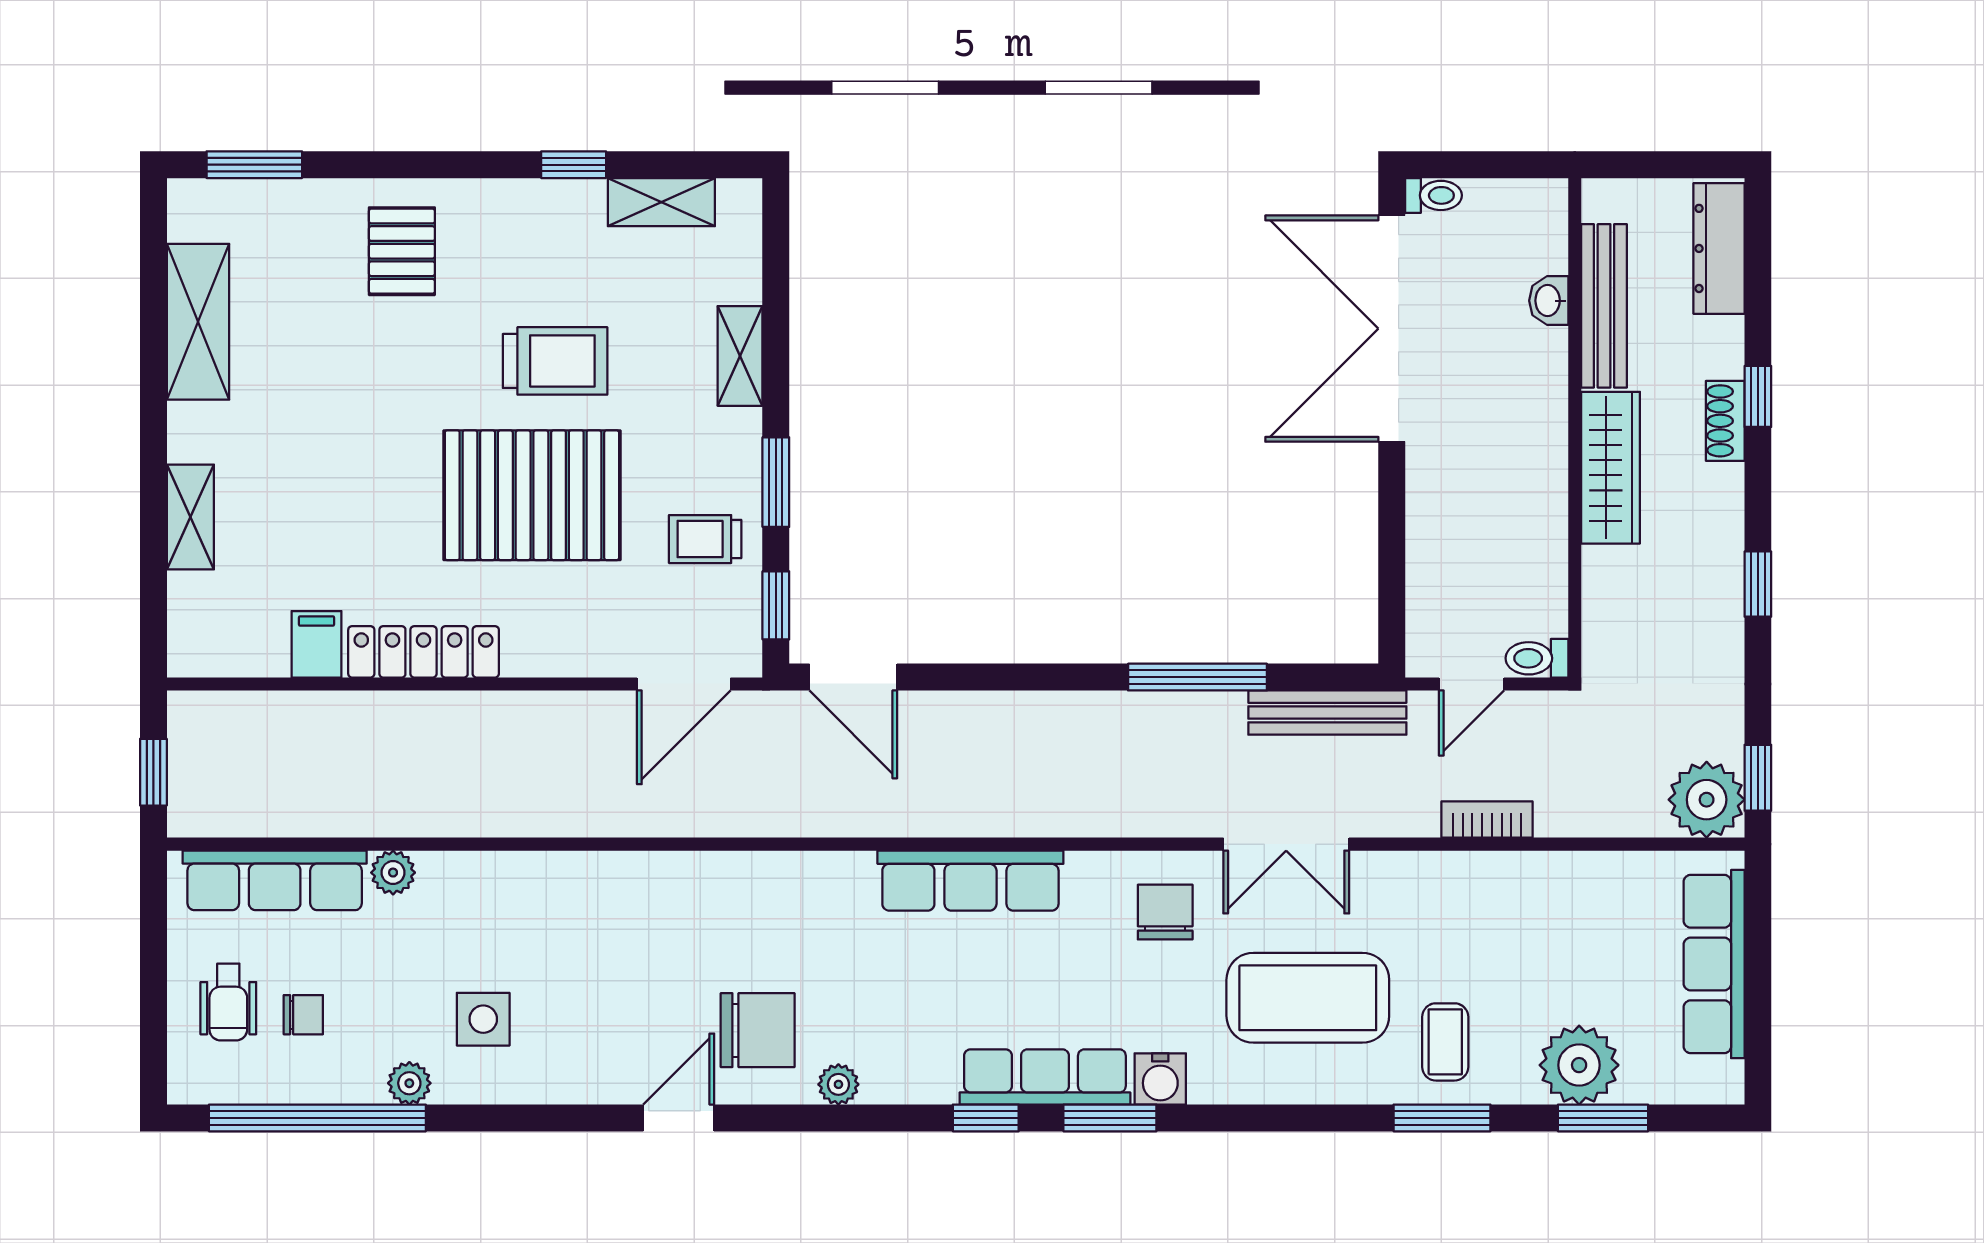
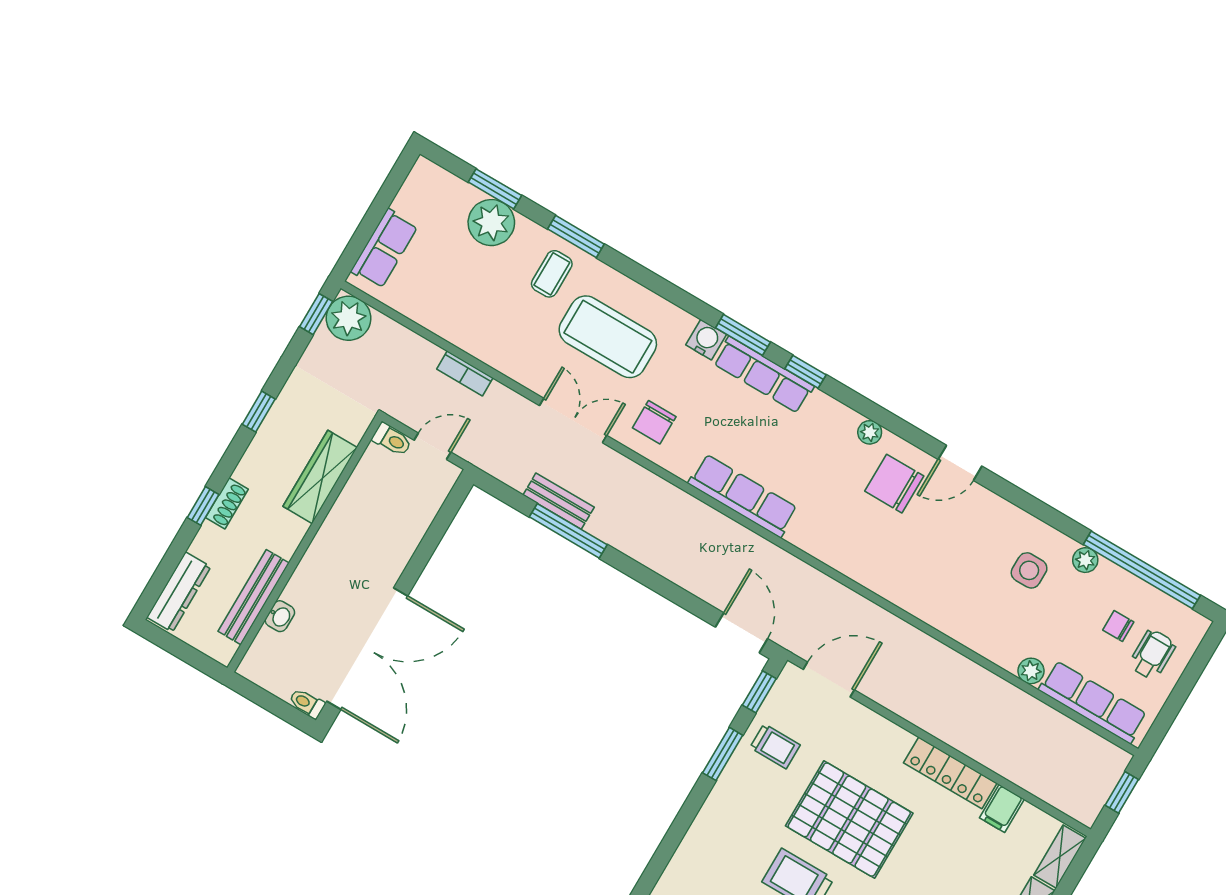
shelving: (740, 356) -> (1060, 857), moved
wardrobe: (1611, 468) -> (320, 477), moved
bench: (1327, 713) -> (559, 501), moved, width x0.73
row of seats: (1714, 964) -> (384, 249), width x0.68

